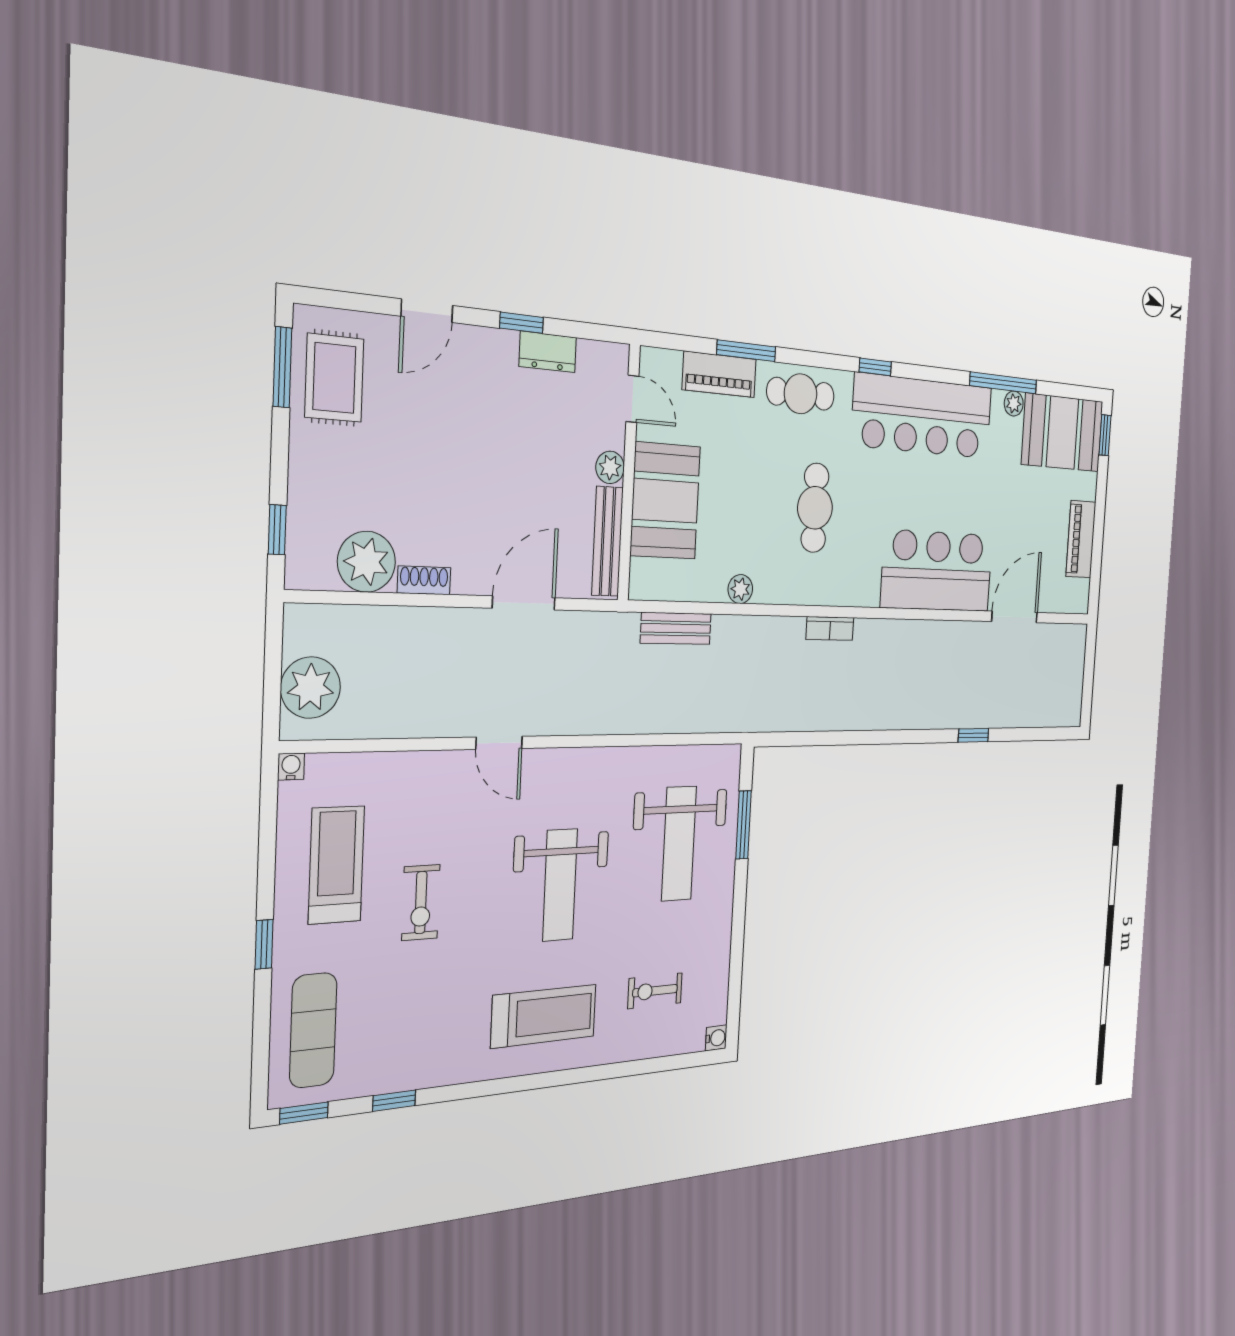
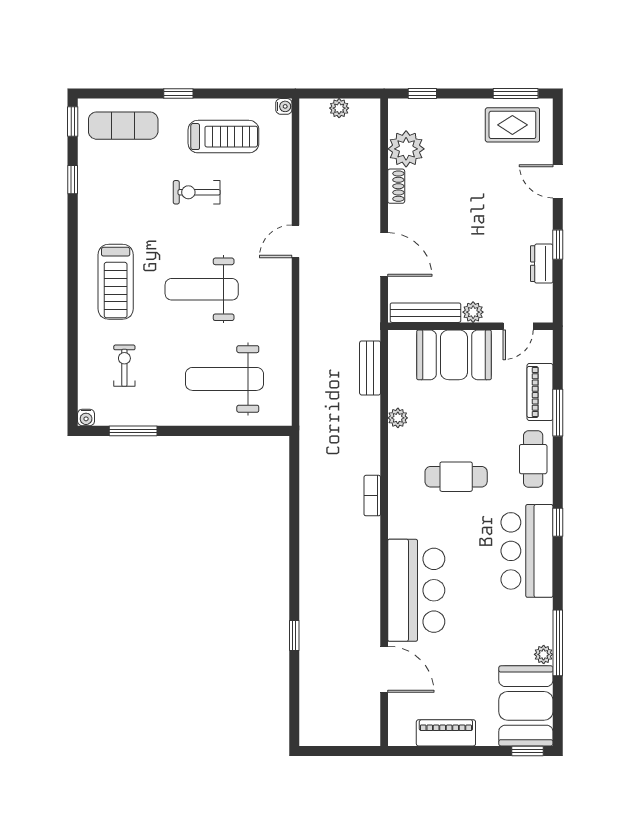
bar counter: (923, 416) -> (527, 551), width x0.73
plant: (311, 688) -> (339, 108), width x0.53, depth x0.53
window: (744, 825) -> (133, 431), moved

